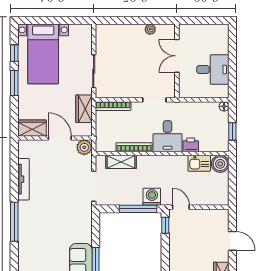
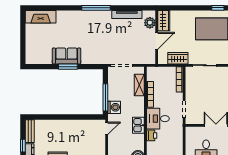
window: (14, 83) -> (196, 8), removed
plant: (84, 147) -> (150, 23), moved
kitchen sink: (199, 163) -> (138, 125), moved
window: (165, 225) -> (94, 117), removed

